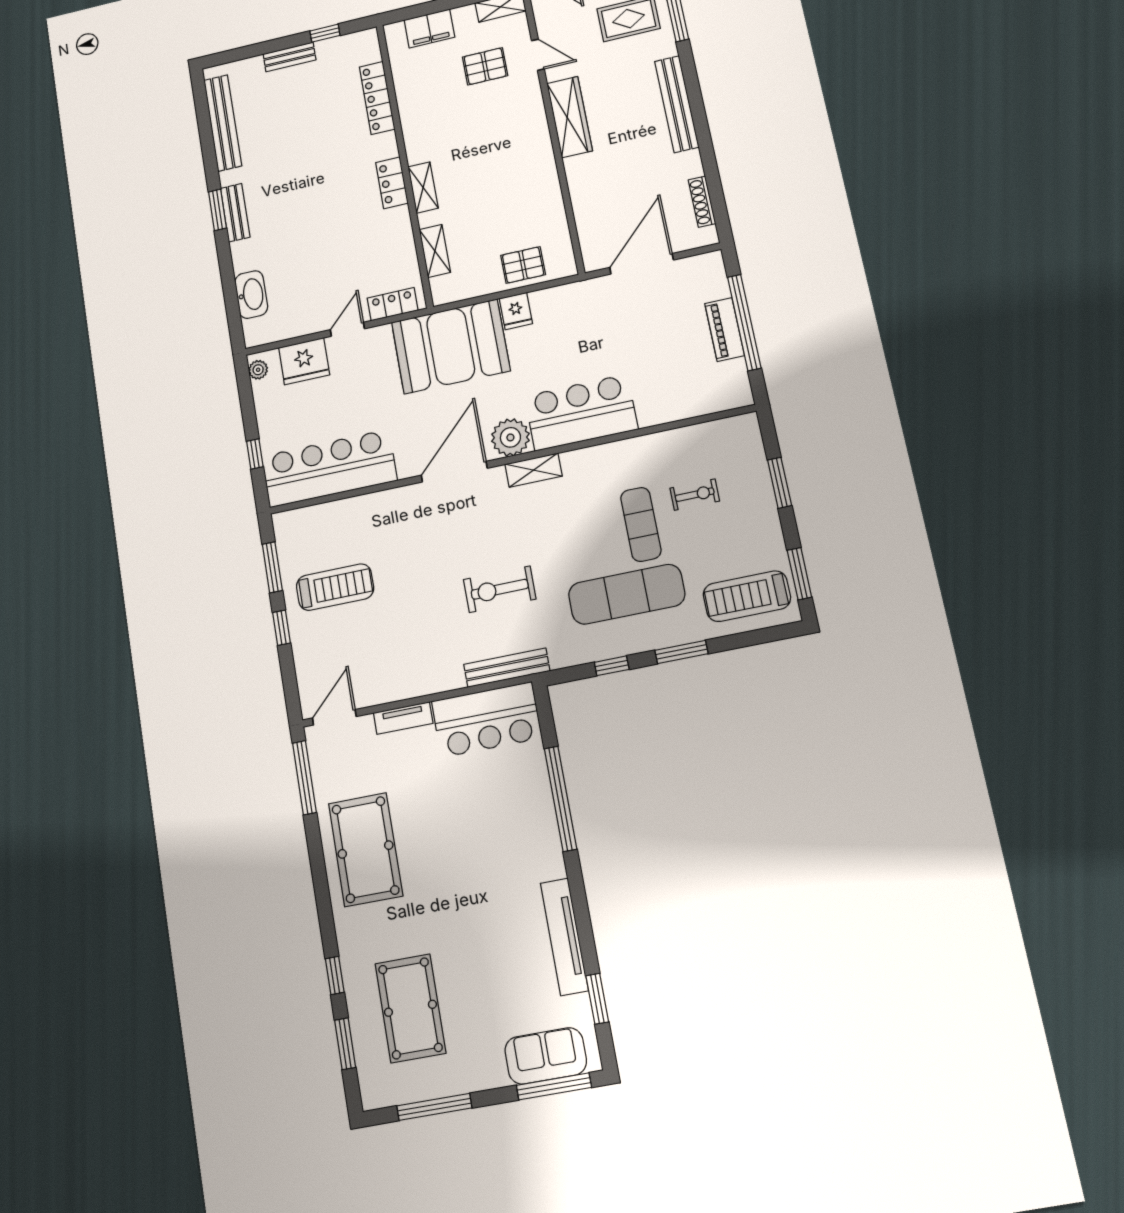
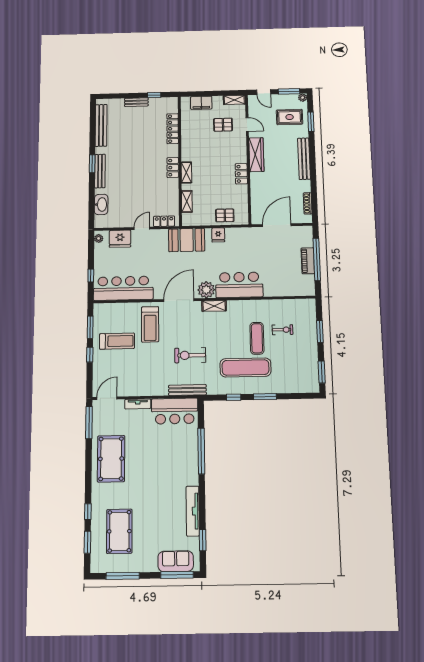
locker: (544, 166) -> (241, 174), added
bench: (235, 213) -> (100, 171), width x1.36
booth: (451, 346) -> (187, 240), width x0.73, depth x0.70
treadmill: (747, 596) -> (150, 324), moved, turned -90

